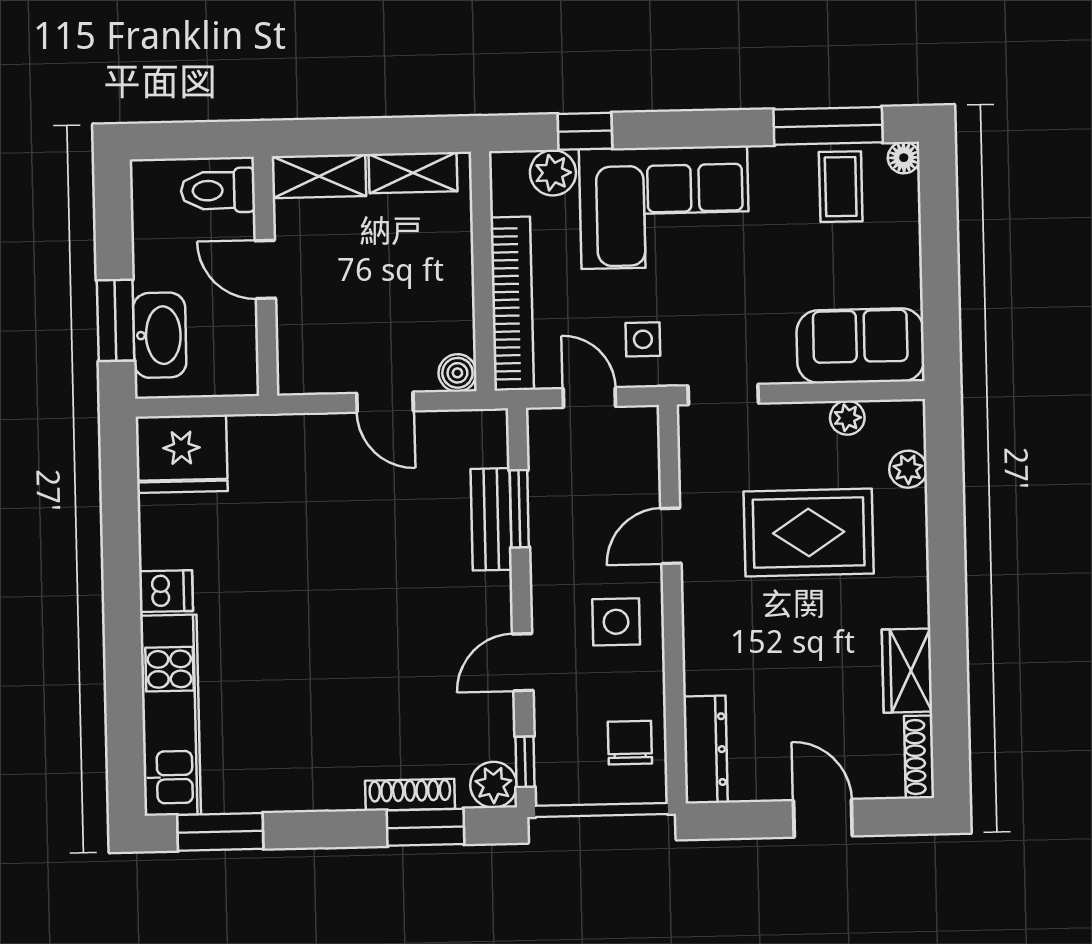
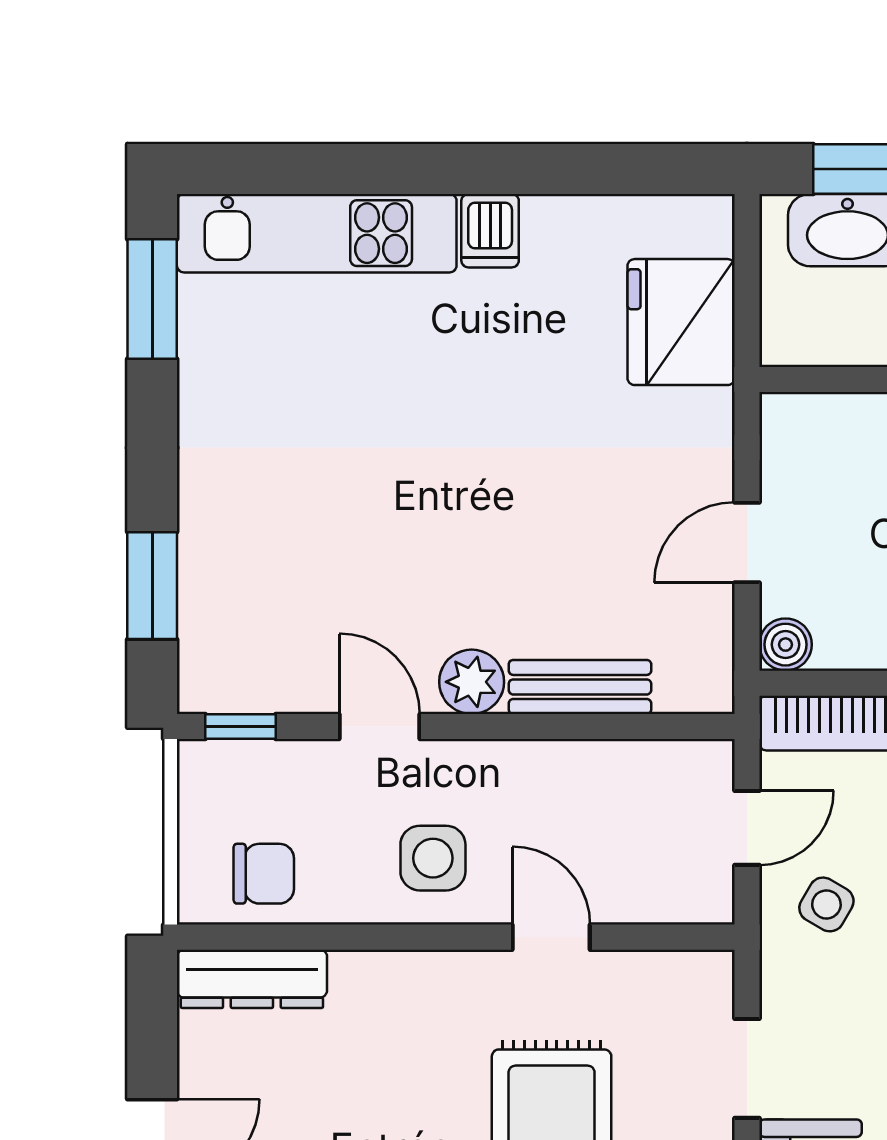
side table: (643, 339) -> (826, 904), turned 30
doorway: (723, 394) -> (747, 1068), moved
fridge: (182, 454) -> (681, 322), moved
window: (519, 509) -> (594, 727), removed
plant: (493, 785) -> (472, 682), moved
shoe rack: (410, 795) -> (198, 565), removed

